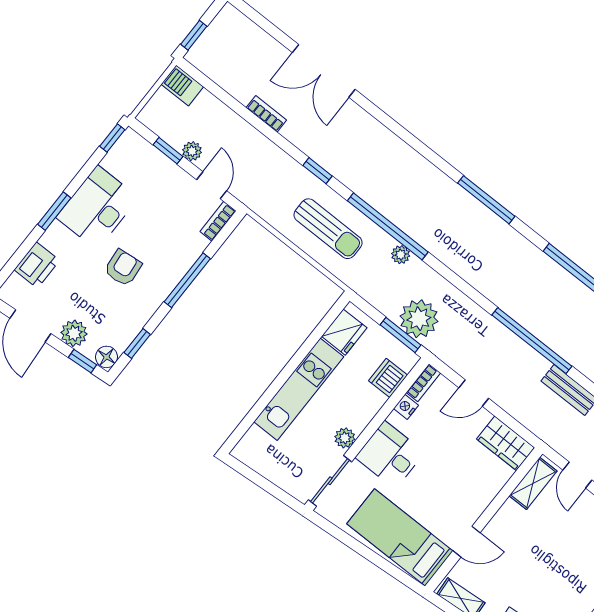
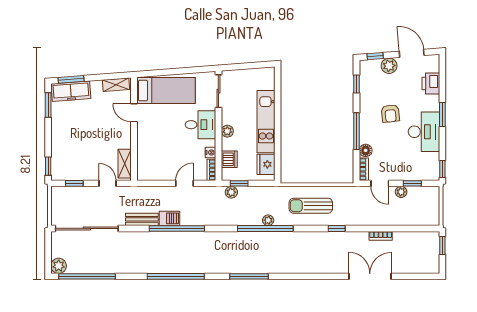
barbecue: (182, 85) -> (170, 218), moved
window: (388, 226) -> (265, 228), moved
plant: (419, 319) -> (231, 192), width x0.53, depth x0.53
window: (400, 335) -> (239, 183), width x0.67
floor lamp: (106, 357) -> (366, 150), moved
plant: (345, 438) -> (227, 131), moved
wardrobe: (506, 443) -> (152, 172), removed
door: (467, 542) -> (134, 113), hinge flipped

